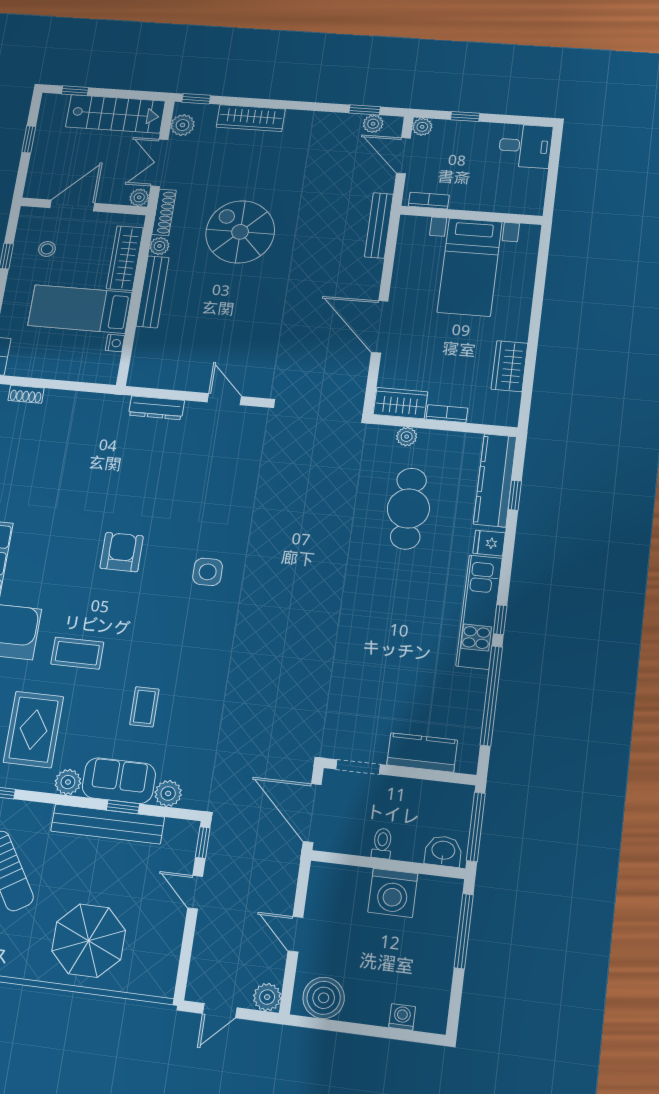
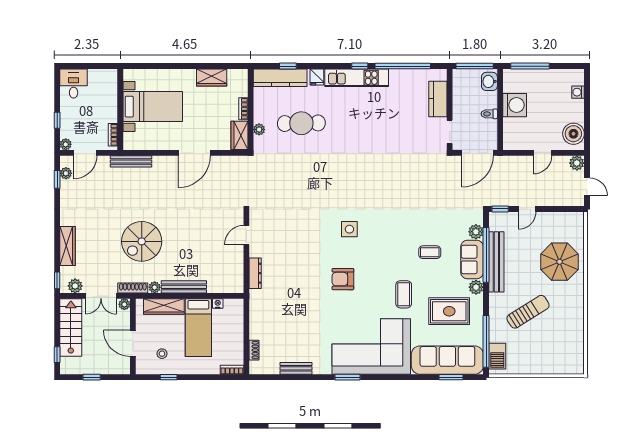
window: (123, 807) -> (486, 255), width x3.17

